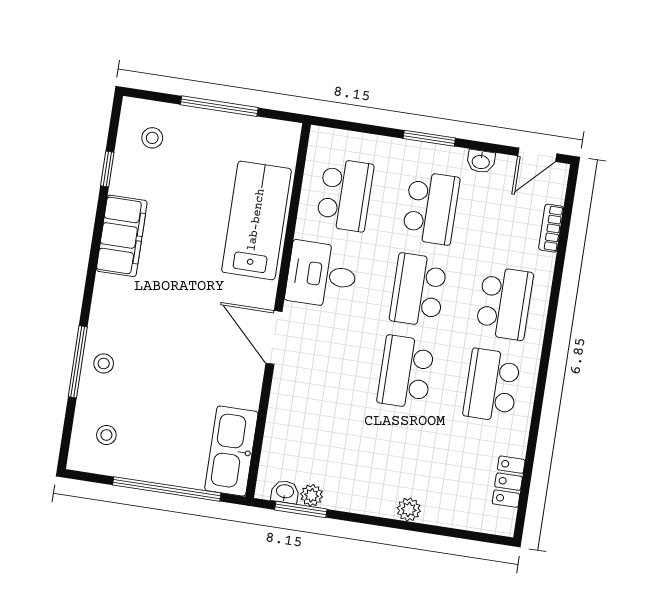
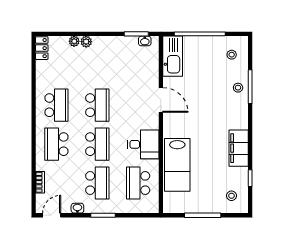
school desk: (431, 208) -> (97, 183), turned 180
door: (274, 337) -> (161, 100), moved
locker: (509, 482) -> (42, 48), moved
plant: (312, 495) -> (74, 41), moved

